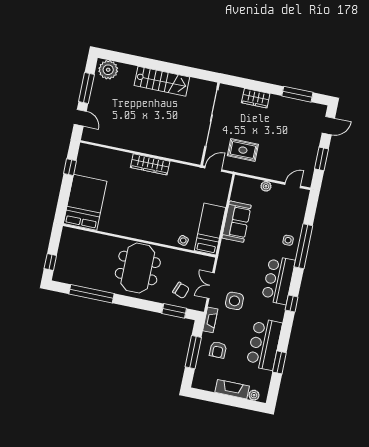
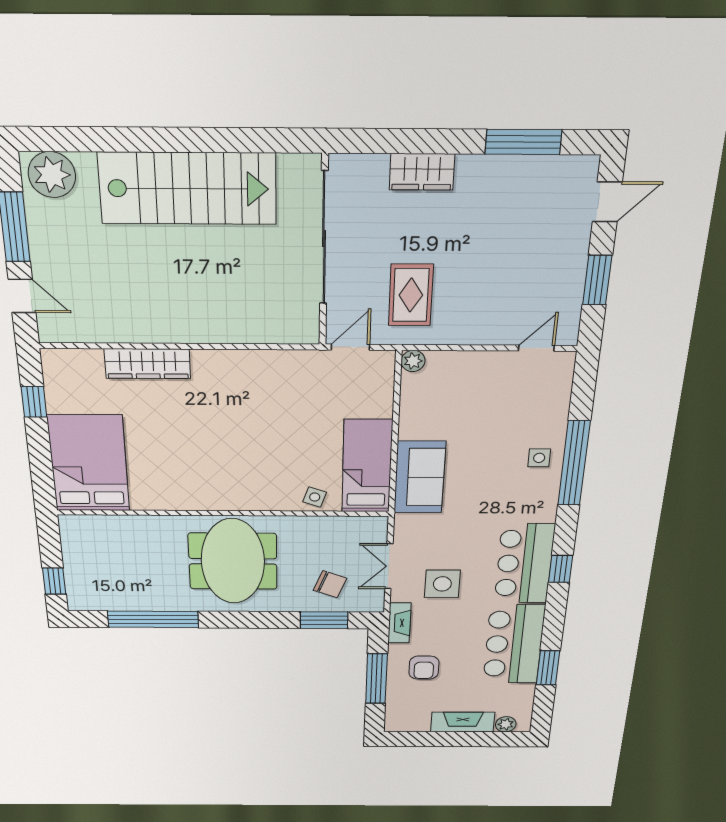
stairs: (162, 81) -> (188, 189), width x1.36, depth x1.51
rug: (243, 150) -> (411, 295), turned 90
wardrobe: (150, 164) -> (147, 364), moved
plant: (266, 186) -> (413, 361), moved
sofa: (237, 222) -> (420, 477), moved
bar counter: (278, 280) -> (524, 564), moved

